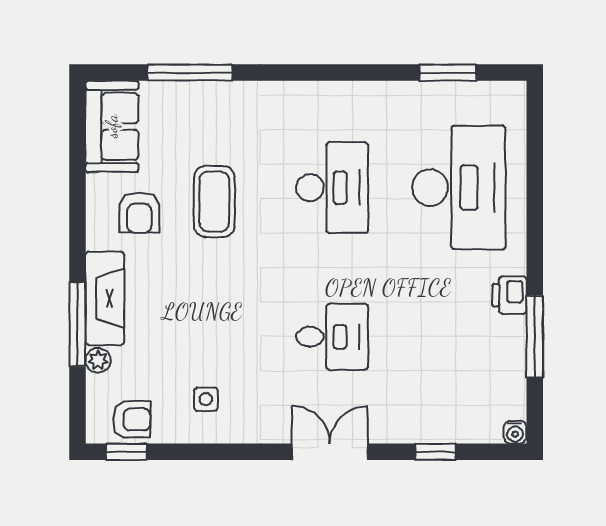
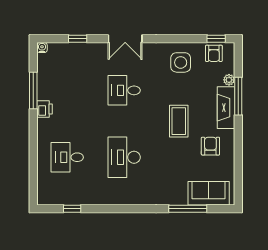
window: (448, 73) -> (72, 209), width x0.67
sofa: (112, 126) -> (209, 193), moved, turned 90
desk: (459, 188) -> (67, 157), width x0.53, depth x0.77
coffee table: (214, 202) -> (179, 121), moved
side table: (206, 399) -> (181, 62), width x1.87, depth x1.87
armchair: (132, 419) -> (214, 53), turned -90

